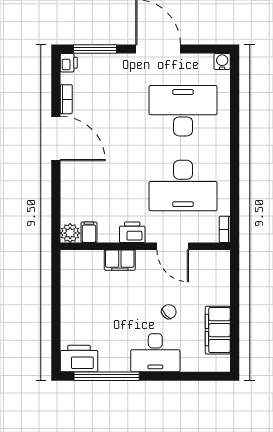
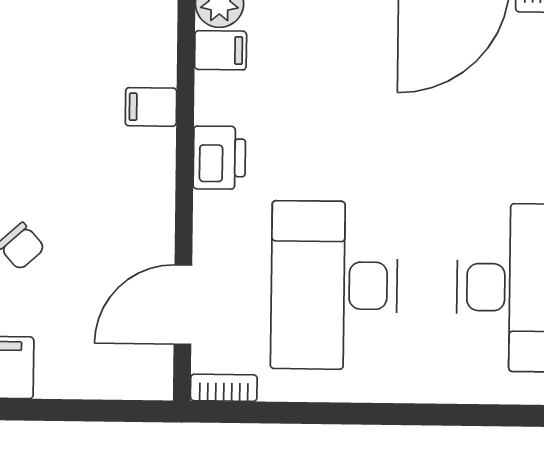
door: (173, 246) -> (183, 305), moved
filing cabinet: (120, 260) -> (151, 107), width x0.50

